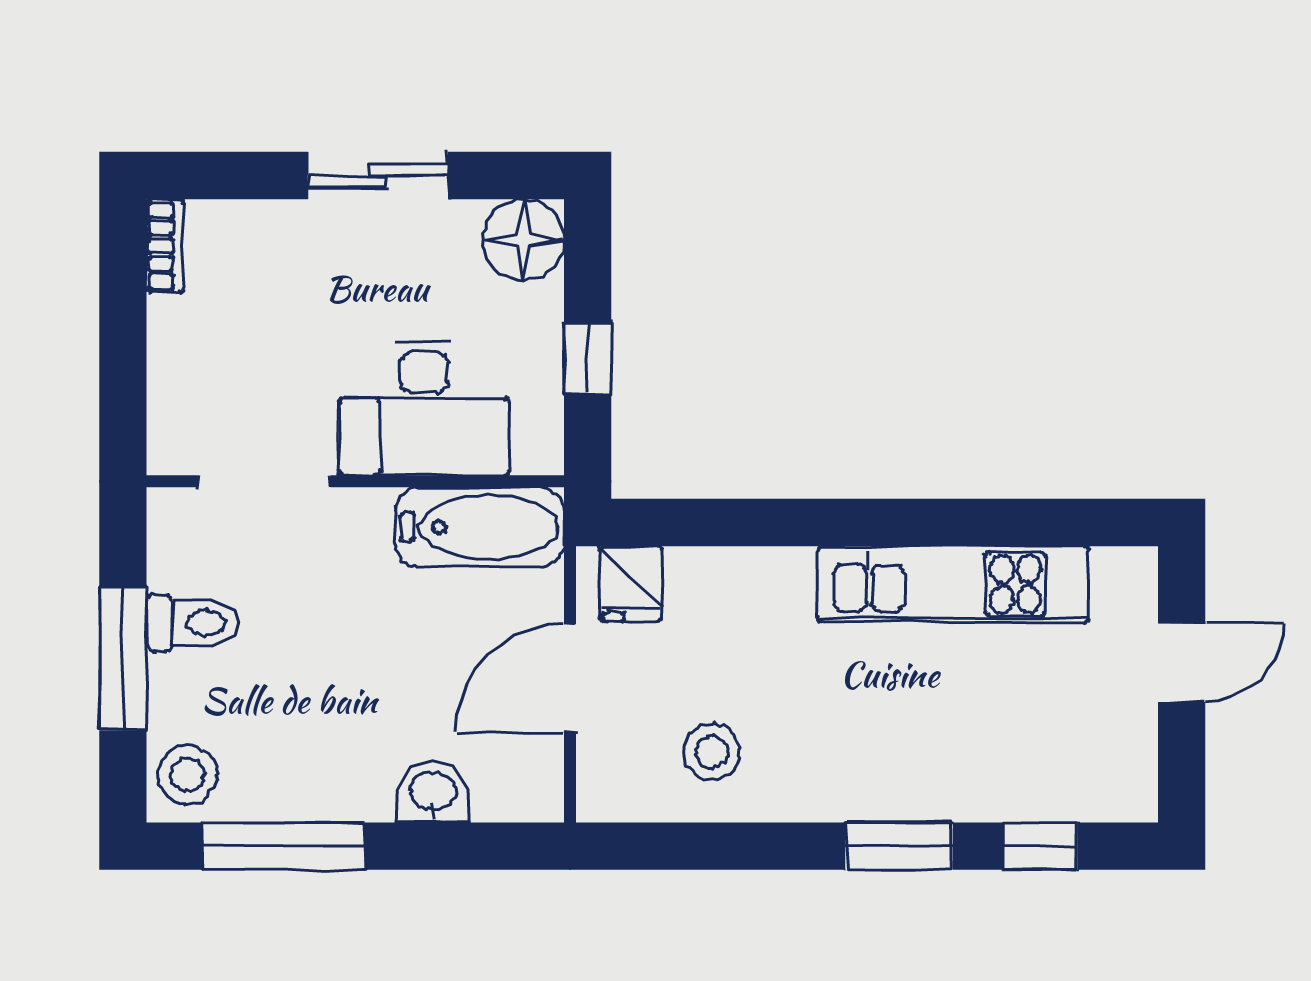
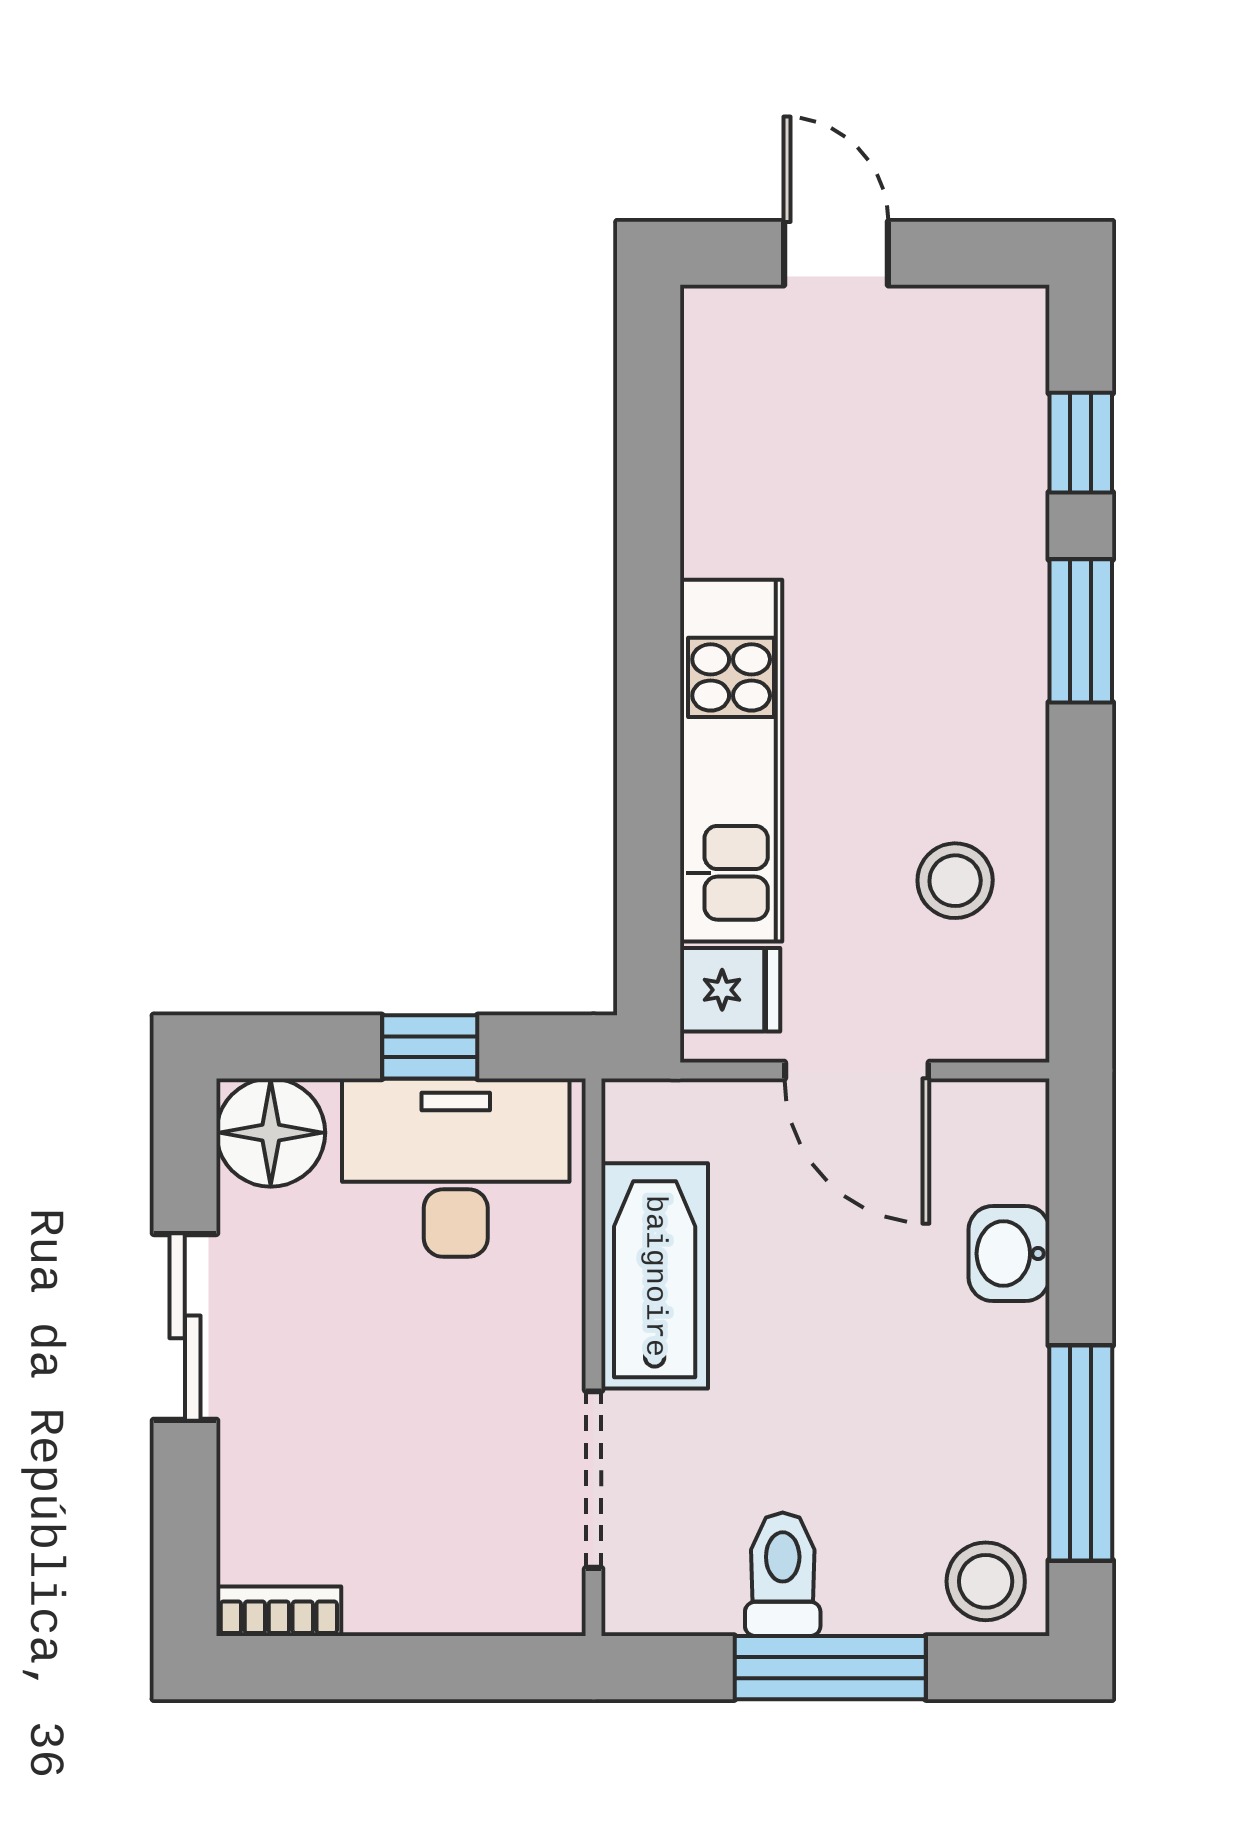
desk: (424, 409) -> (456, 1168), moved, turned -90
bathtub: (480, 527) -> (655, 1276), moved
kitchen unit: (953, 584) -> (731, 761), moved

